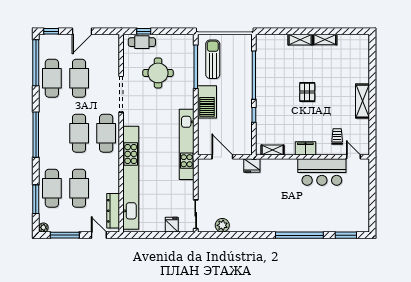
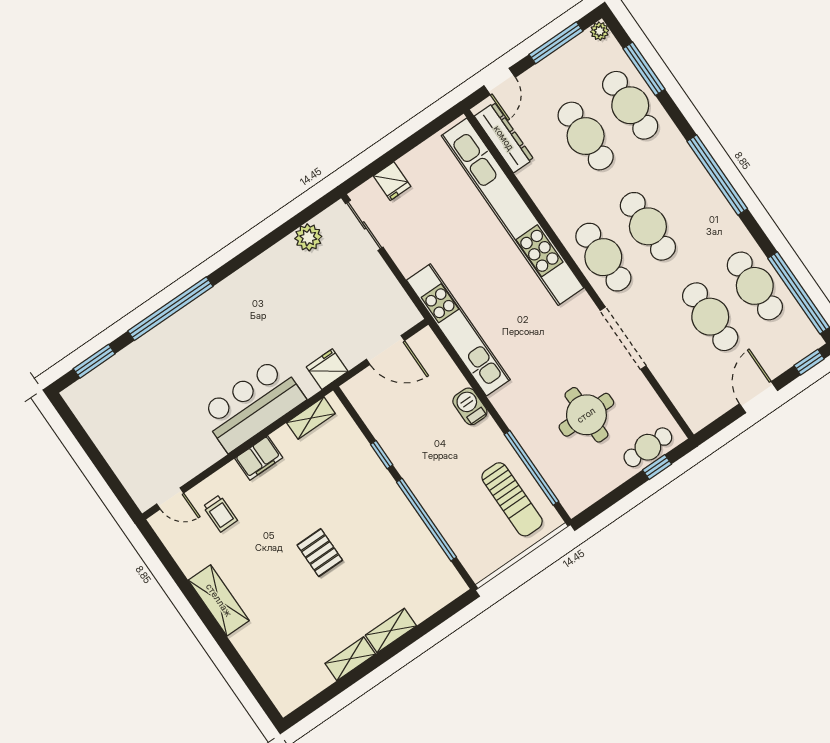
barbecue: (207, 102) -> (470, 406), width x0.53, depth x0.65
bar counter: (322, 172) -> (252, 405), moved
door: (99, 235) -> (500, 82), hinge flipped

